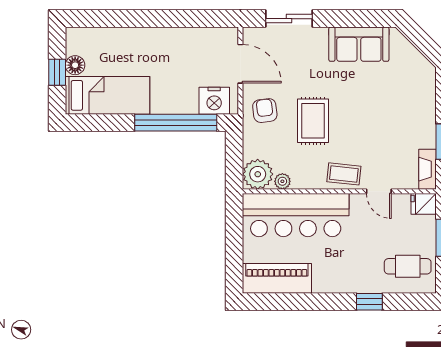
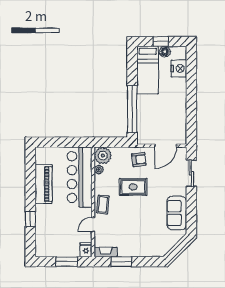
nightstand: (214, 101) -> (179, 68), moved, turned 180
cafe table: (408, 266) -> (50, 241), removed
piano: (277, 278) -> (44, 184), moved

